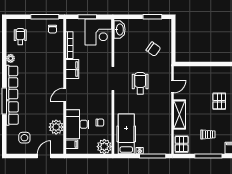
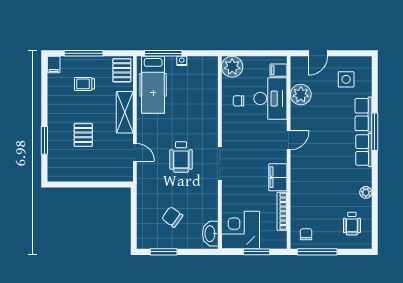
chair: (153, 49) -> (172, 217), moved
row of seats: (12, 83) -> (364, 150), width x0.68
door: (173, 87) -> (135, 152), swing flipped
pallet: (219, 101) -> (83, 135), moved
hospital bed: (126, 134) -> (153, 85), moved

